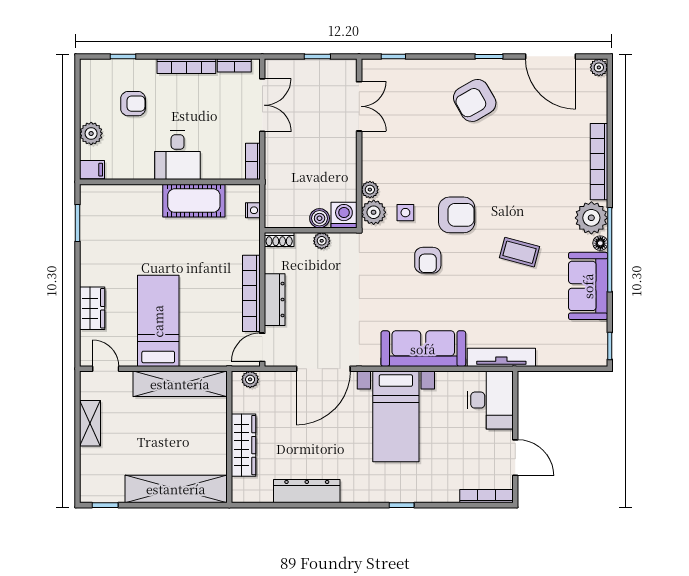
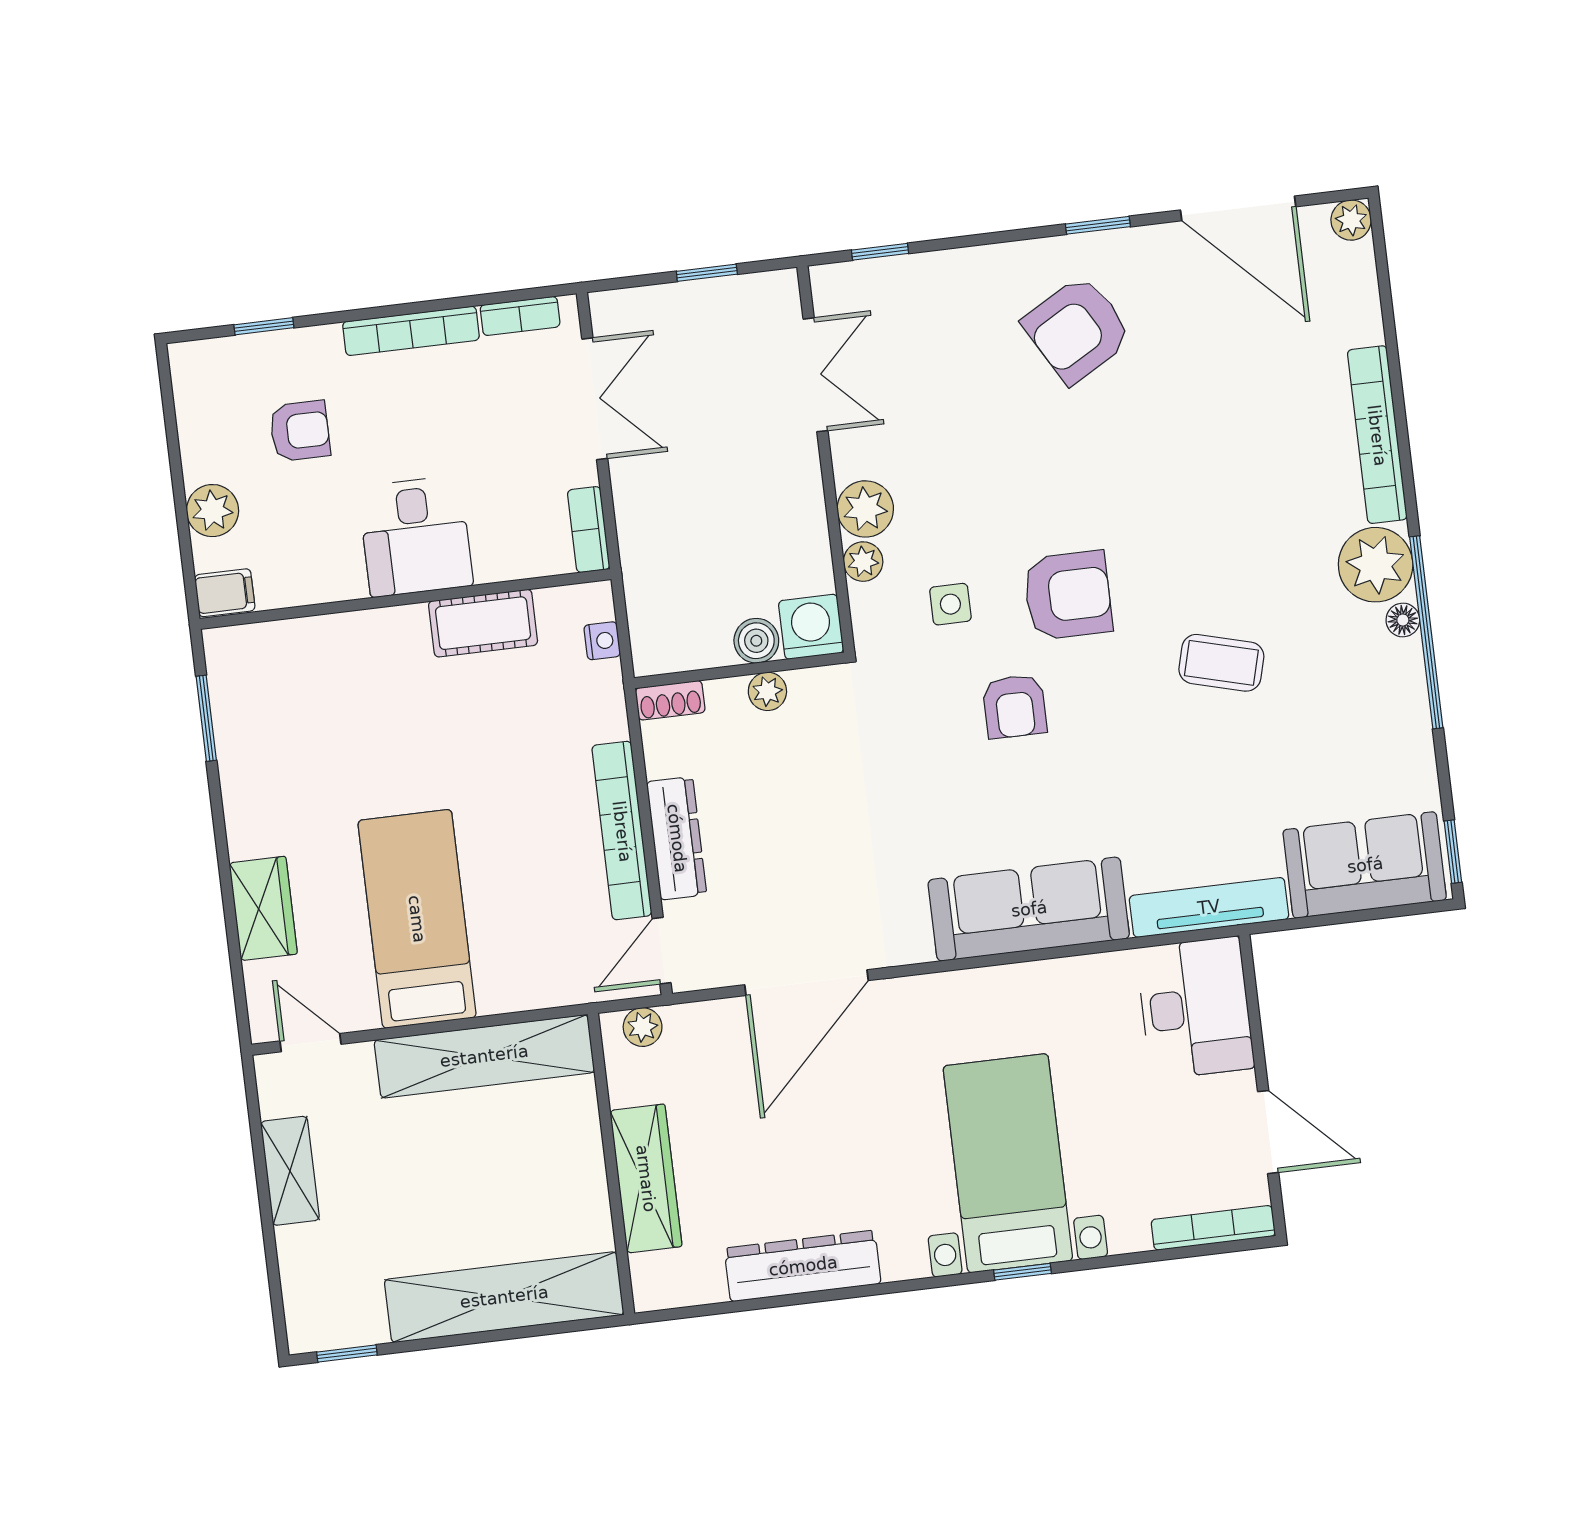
cot: (194, 201) -> (483, 623), width x0.73, depth x0.75
plant: (374, 212) -> (865, 509), moved
sofa: (588, 286) -> (1365, 865), moved, turned 90
bed with nightstands: (396, 416) -> (1008, 1163), moved, turned 180

